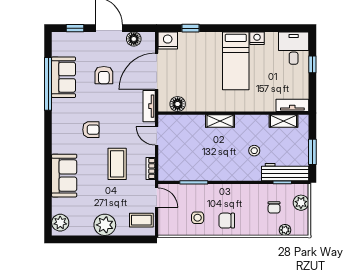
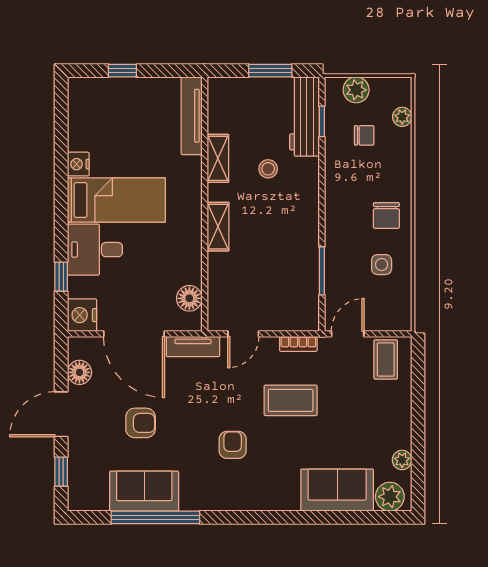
desk: (294, 48) -> (95, 250), moved
tv unit: (292, 105) -> (192, 116), width x1.41
shelving: (283, 121) -> (218, 158), moved
sofa: (64, 176) -> (337, 490), moved
plant: (105, 225) -> (402, 460), moved, width x0.53, depth x0.53

